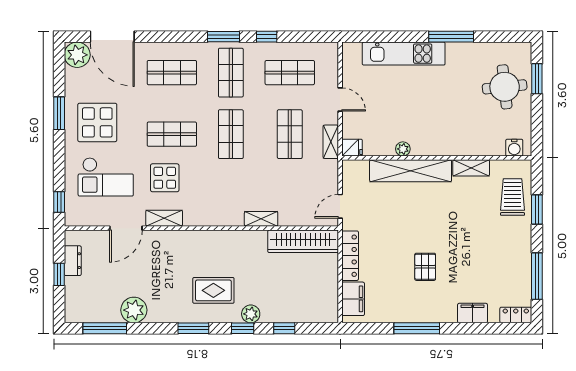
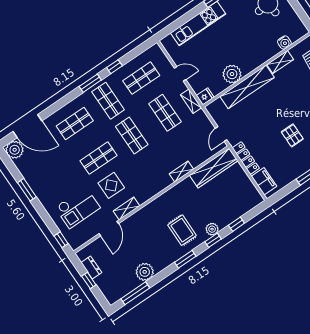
display table: (97, 122) -> (52, 180), removed
water cooler: (514, 148) -> (284, 42), moved
plant: (403, 149) -> (232, 74), width x1.88, depth x1.88
rug: (213, 290) -> (182, 230), turned 90

